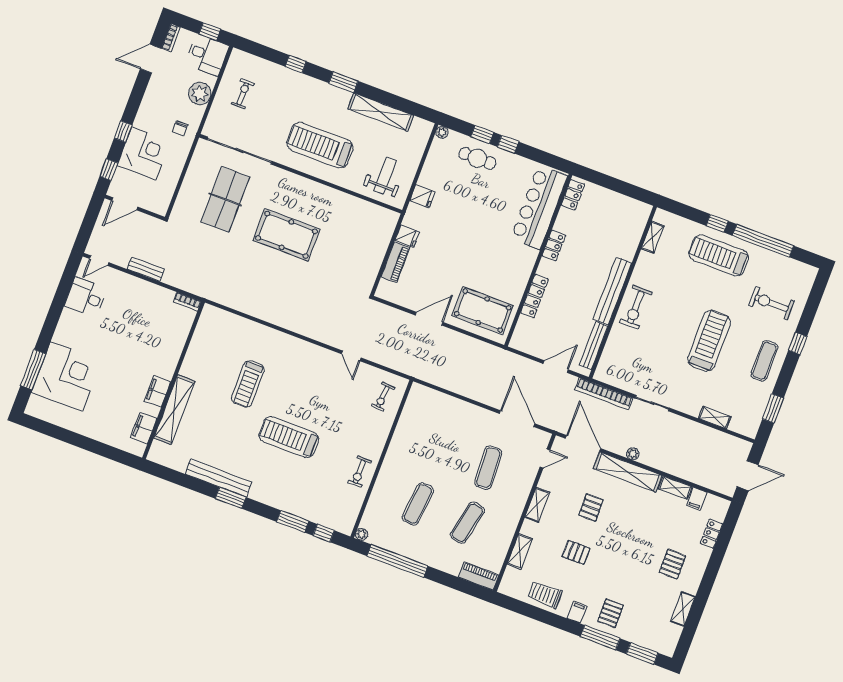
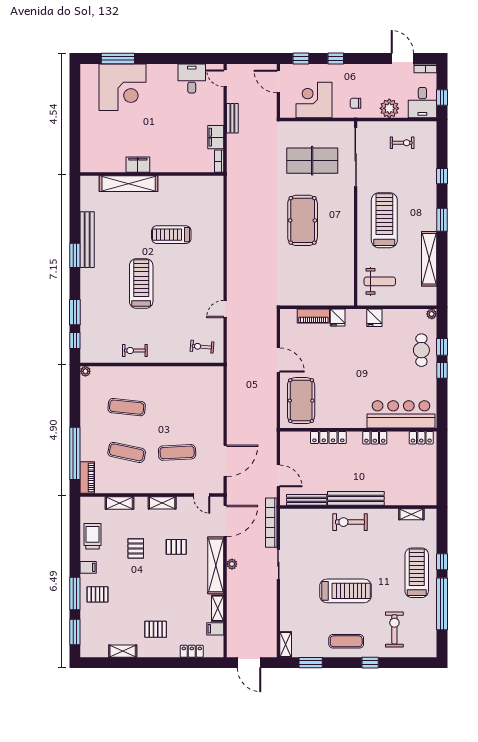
corner desk: (144, 153) -> (314, 100), moved, turned 180
shelving: (715, 417) -> (286, 644), moved
filing cabinet: (144, 428) -> (216, 137), moved, turned -90
window: (397, 561) -> (75, 453), moved

